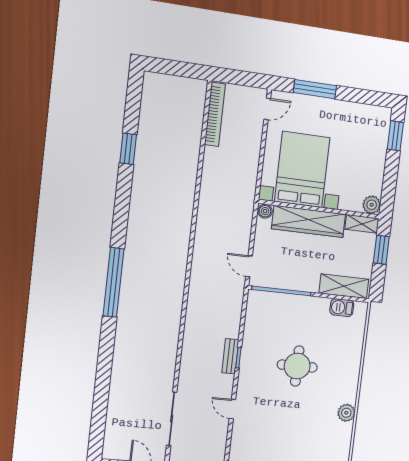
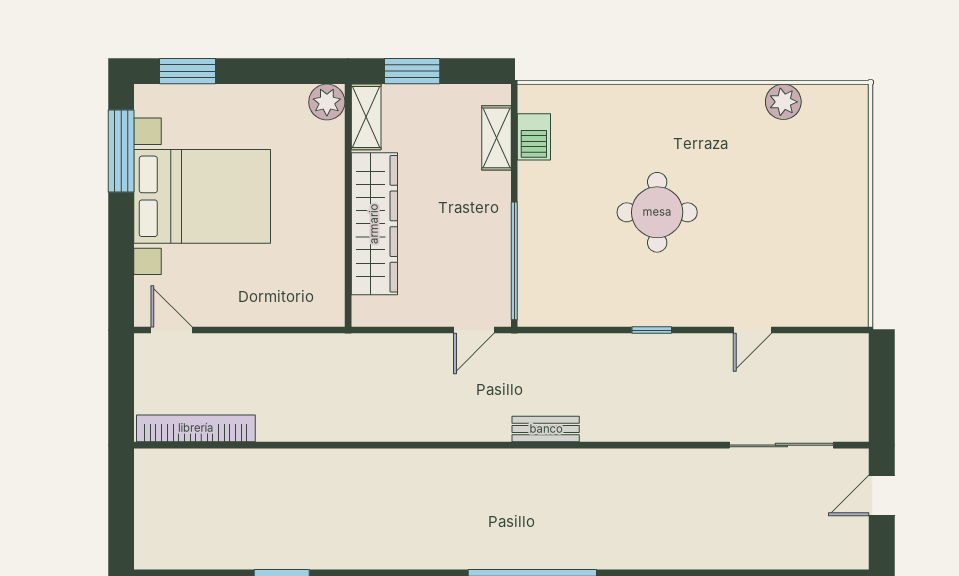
window: (315, 89) -> (121, 151), moved
bed with nightstands: (302, 169) -> (202, 196), moved, turned 180
boiler: (265, 211) -> (365, 311), removed
shelving: (344, 286) -> (497, 138), width x0.67, depth x0.75
bench: (230, 356) -> (546, 429), moved
plant: (346, 413) -> (783, 102), moved

